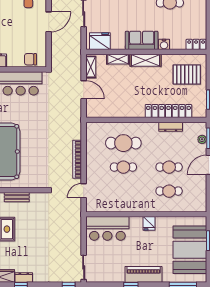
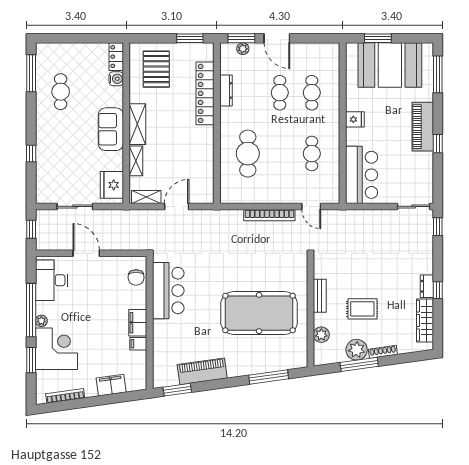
water cooler: (164, 44) -> (116, 79), moved
cafe table: (123, 167) -> (312, 154), moved

